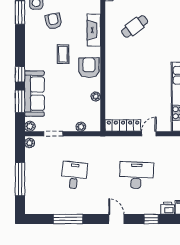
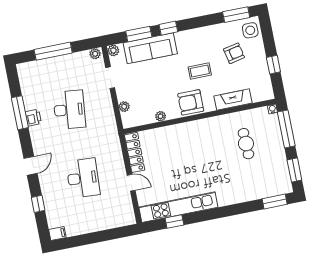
cafe table: (135, 26) -> (246, 144), turned 34
armchair: (89, 68) -> (191, 102), turned 180
desk: (74, 175) -> (69, 110), width x1.37
printer: (168, 208) -> (33, 118), moved

